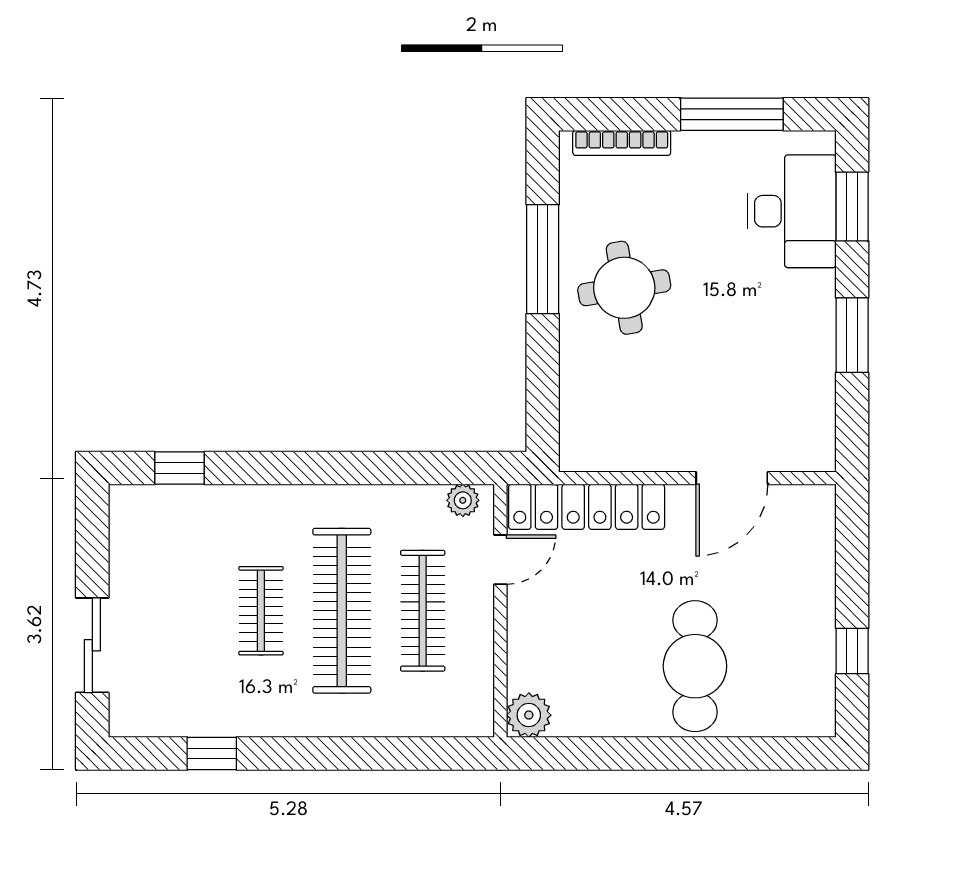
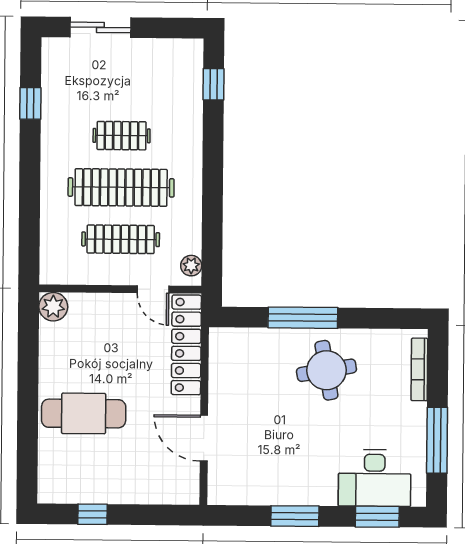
window: (543, 259) -> (303, 318), moved

